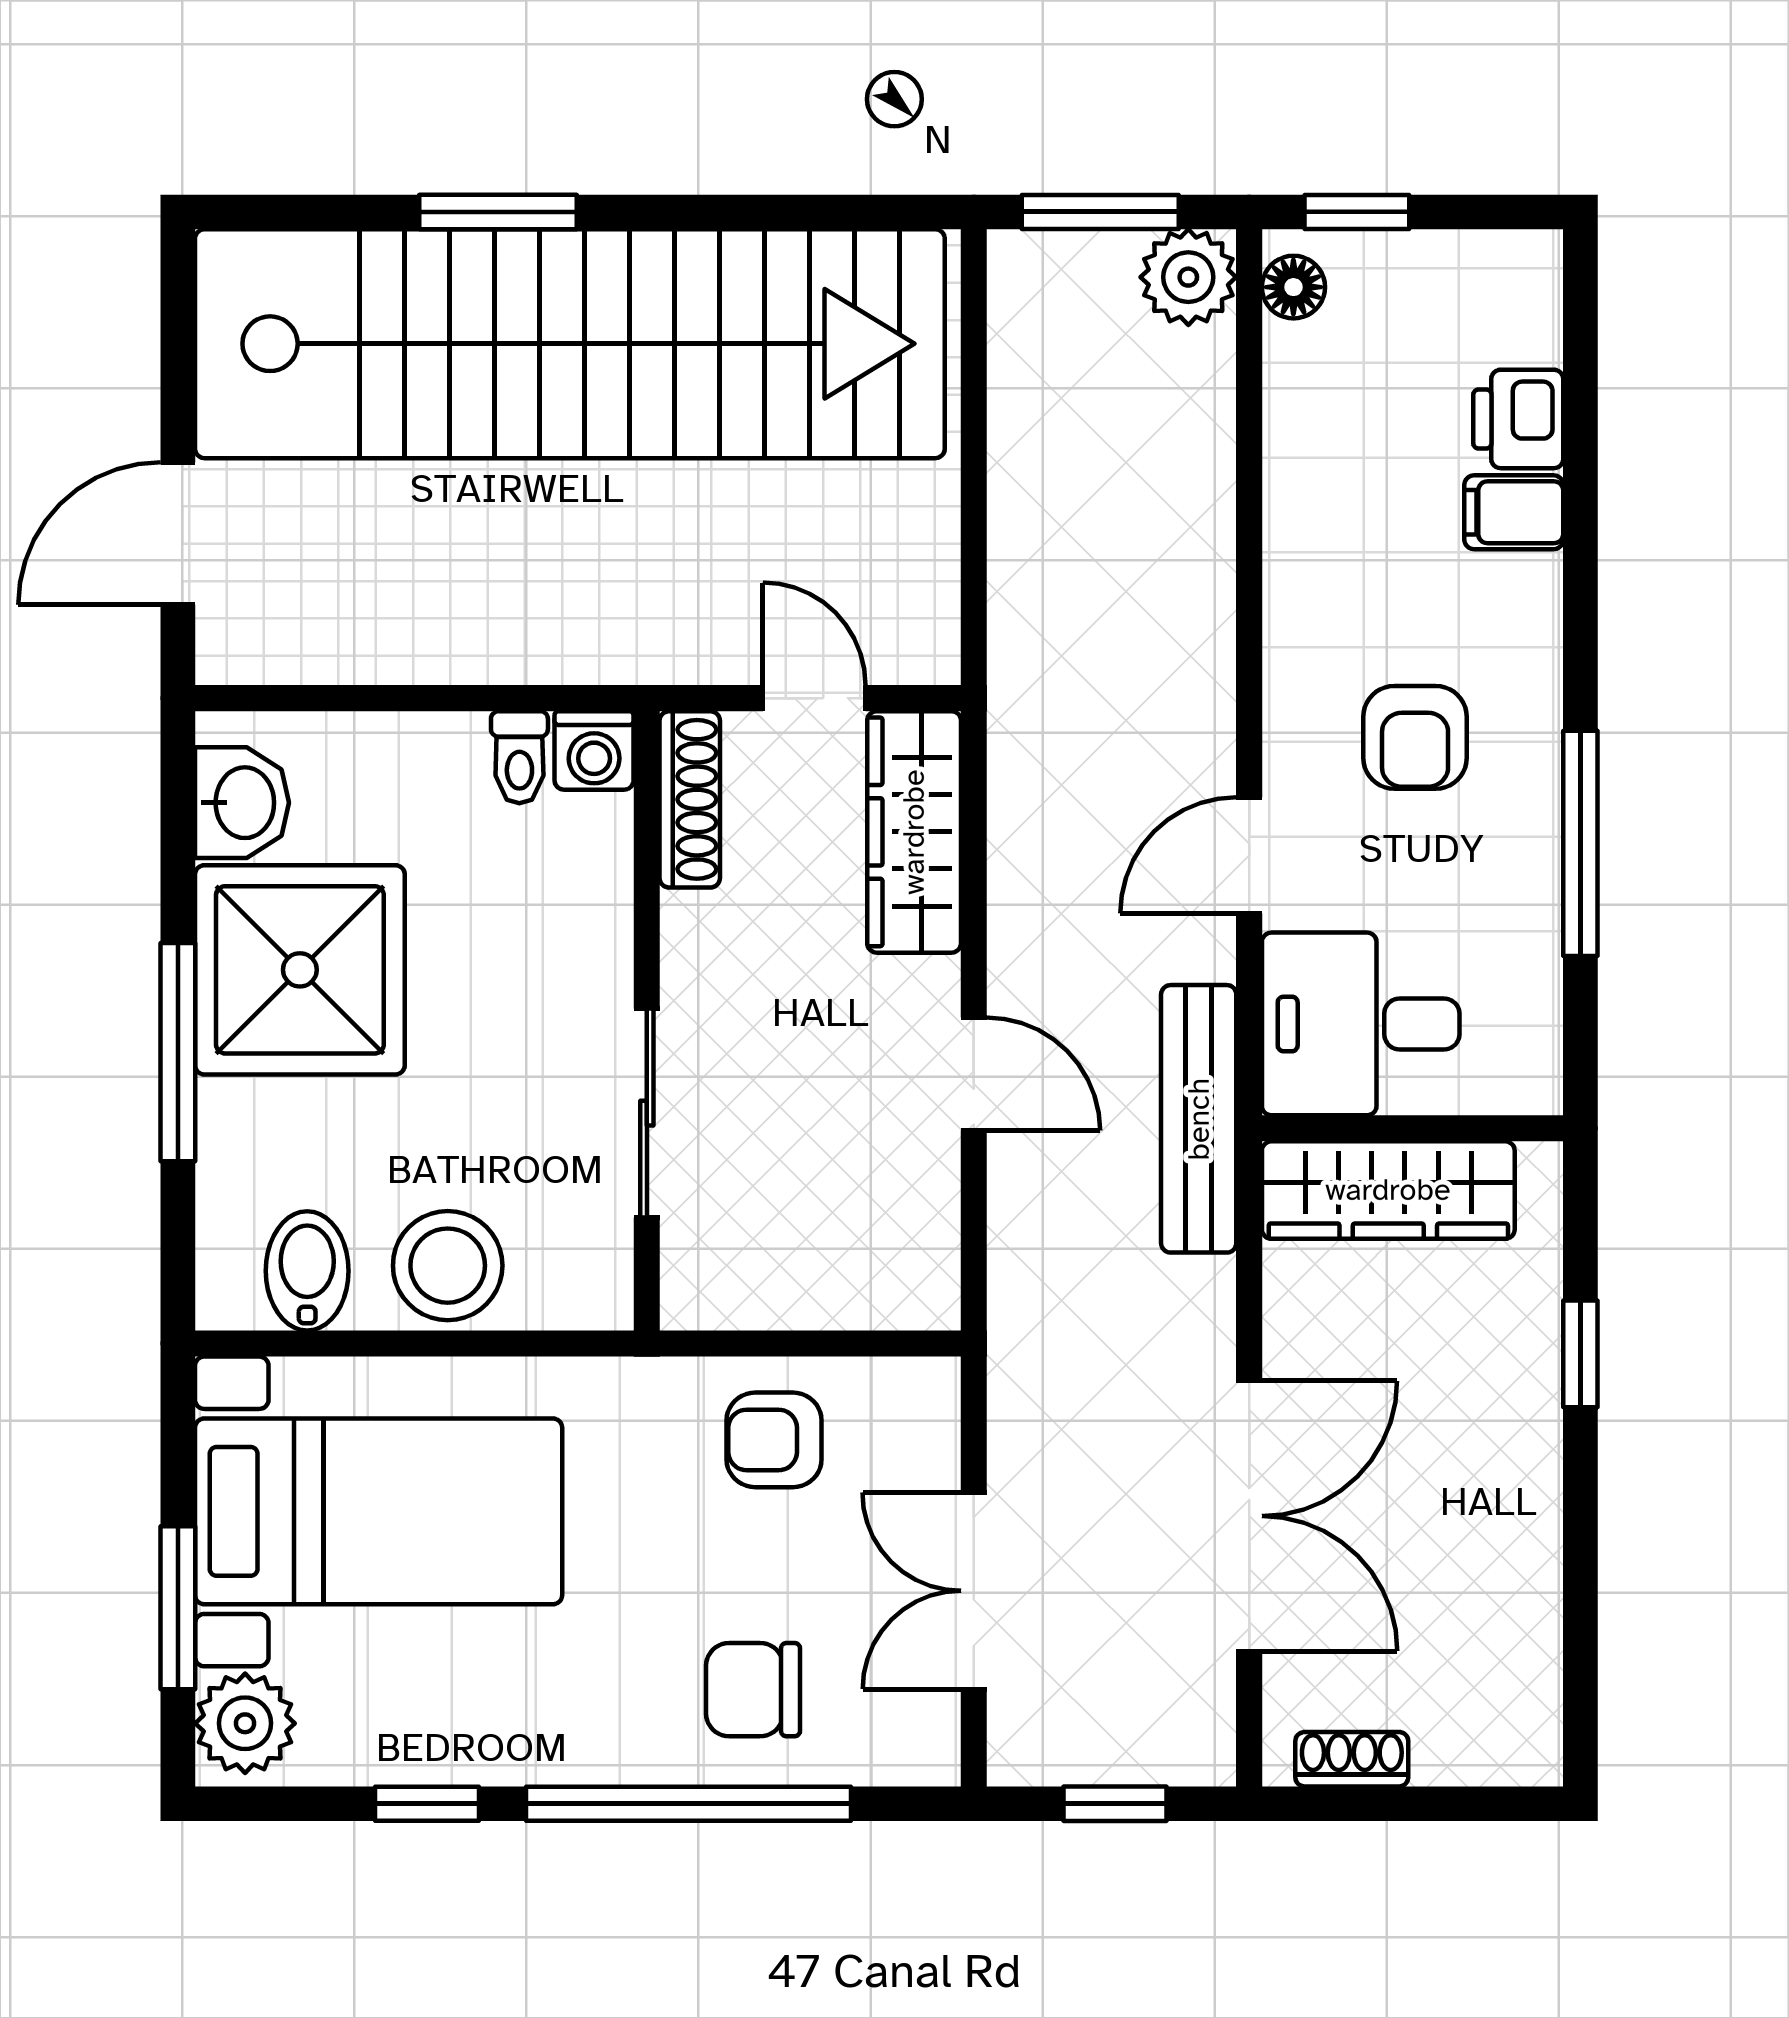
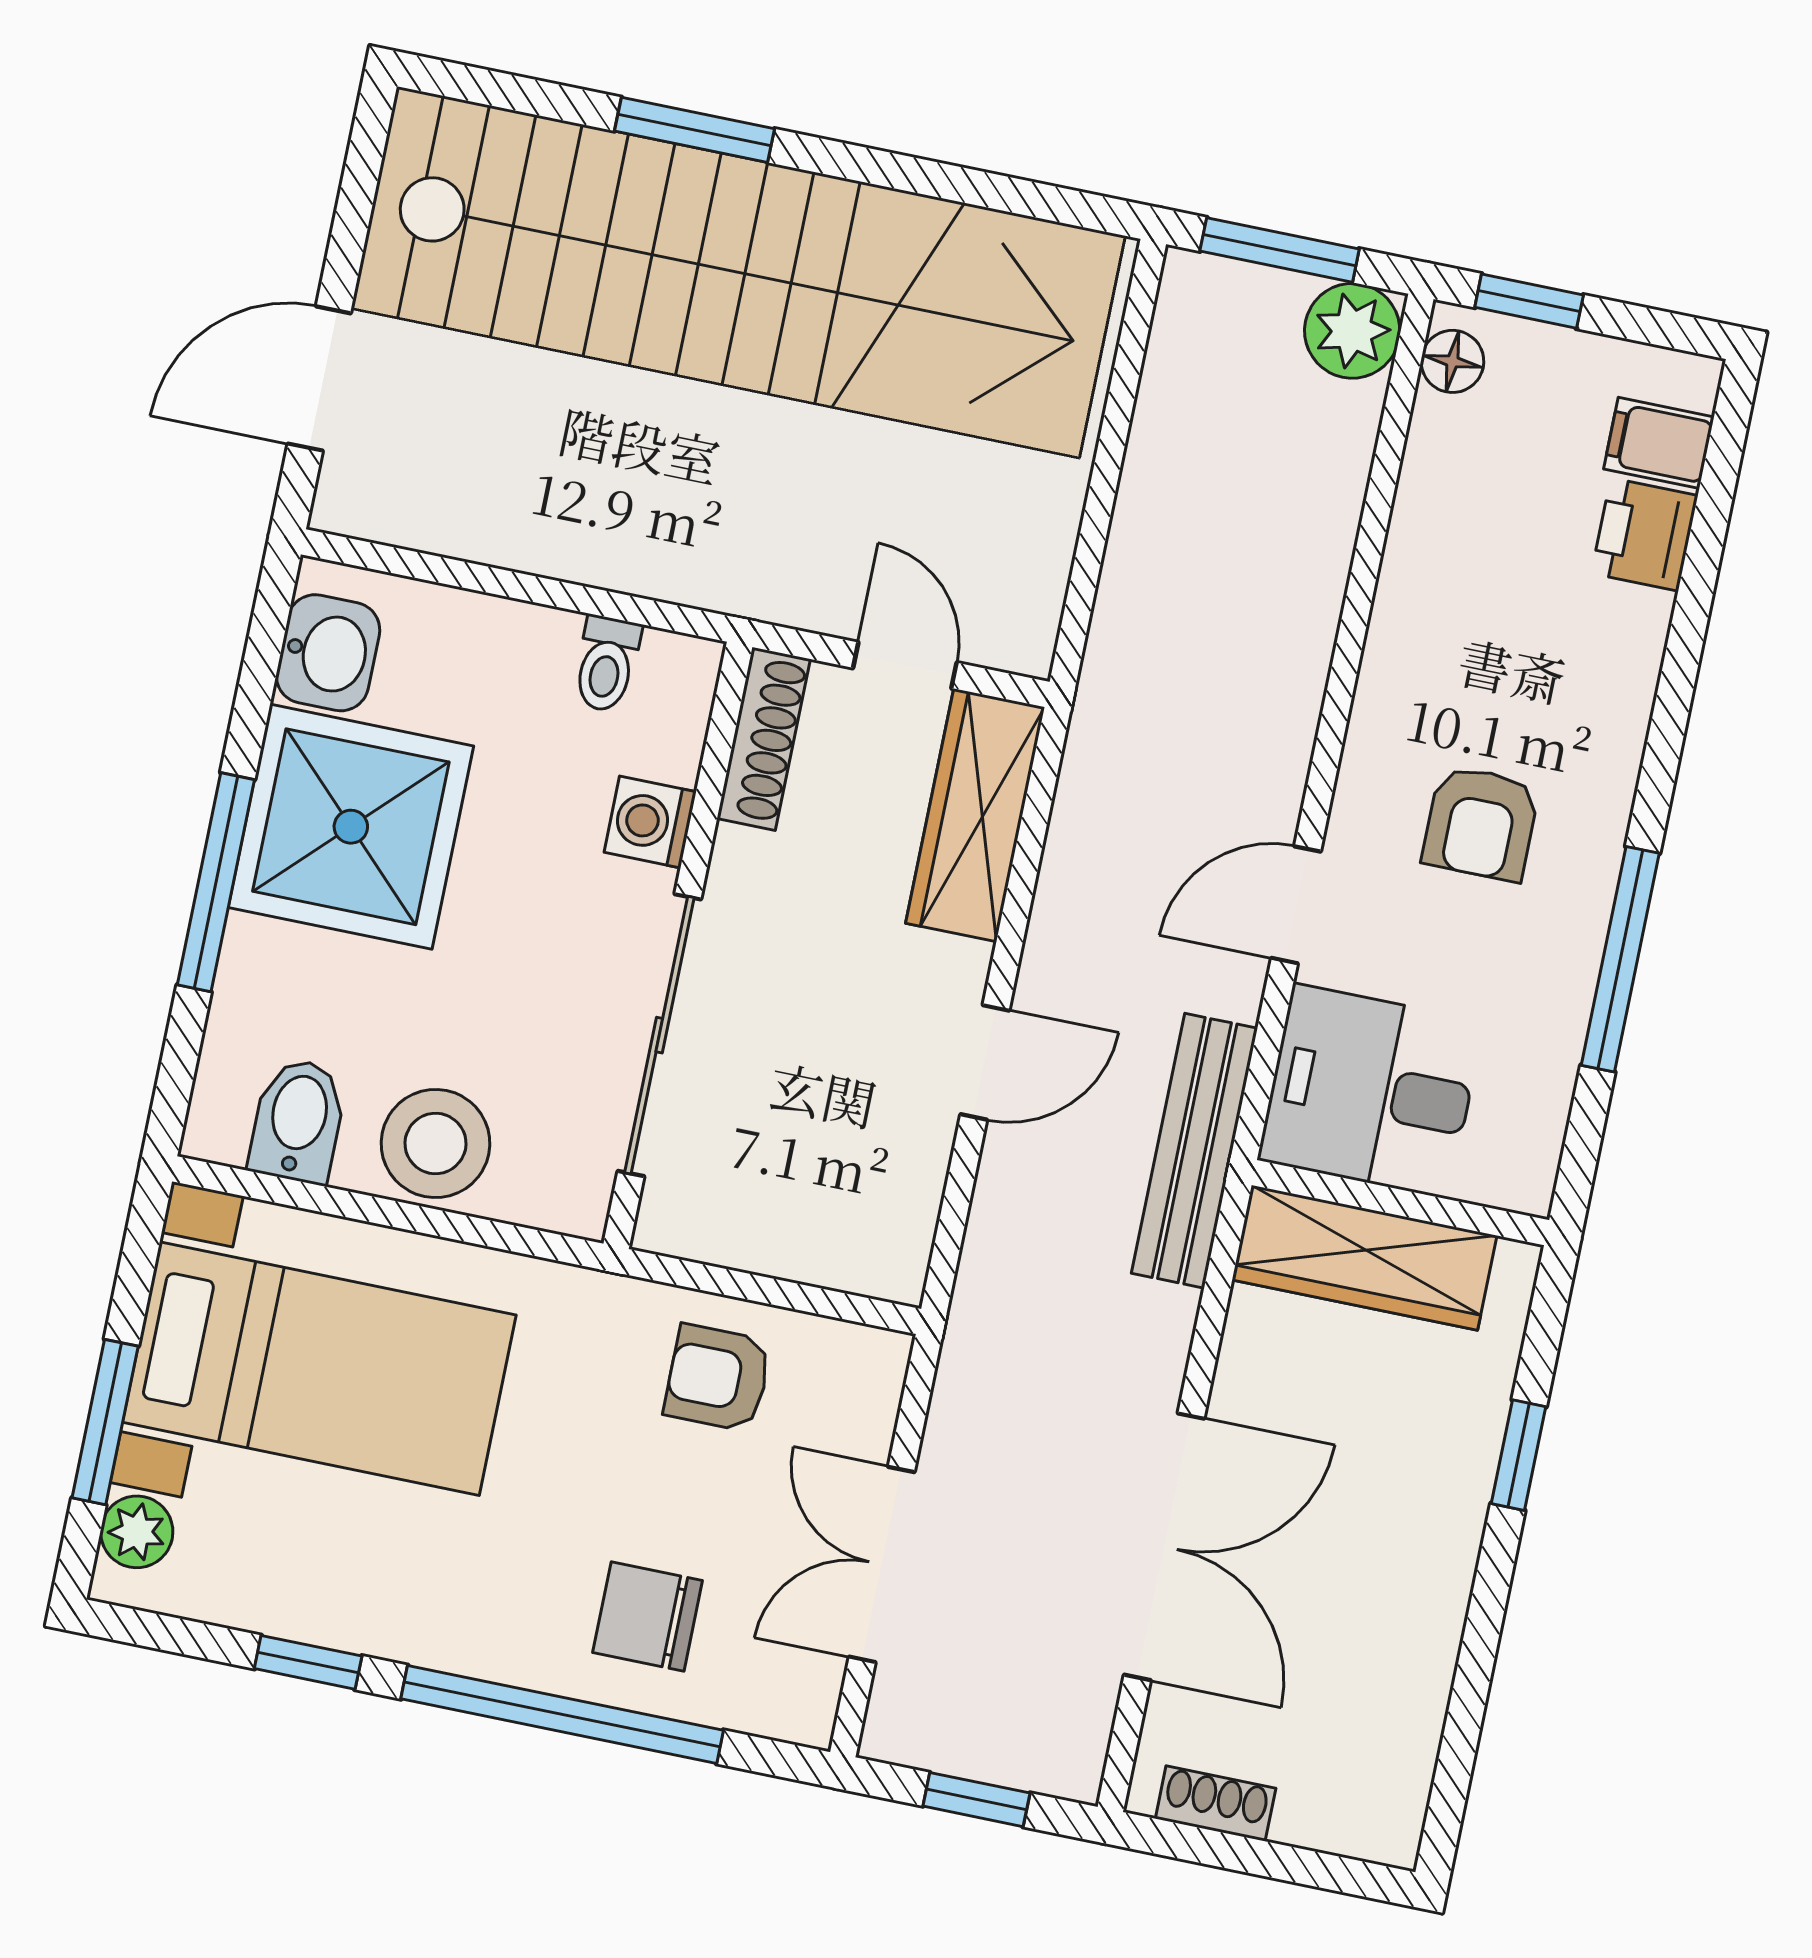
filing cabinet: (1514, 512) -> (1659, 443), moved
washing machine: (594, 750) -> (650, 822), moved, turned 90
door: (974, 1074) -> (985, 1062), hinge flipped
sliding door: (647, 1113) -> (659, 1035), width x1.37
plant: (245, 1723) -> (137, 1532), width x0.73, depth x0.73

